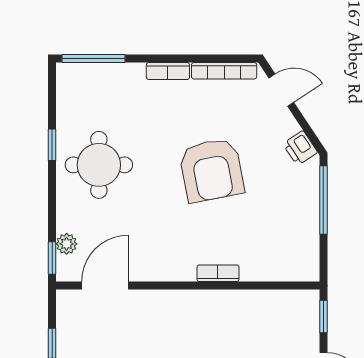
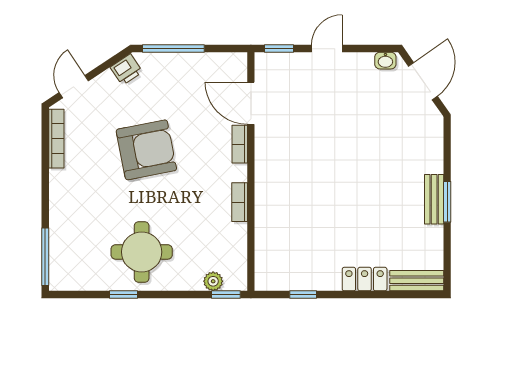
bookcase: (168, 71) -> (240, 202), moved, turned 180
door: (105, 286) -> (251, 103), moved

